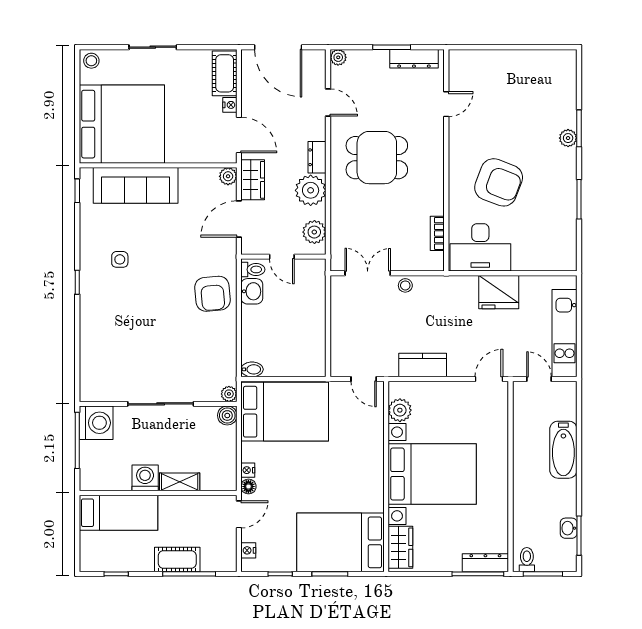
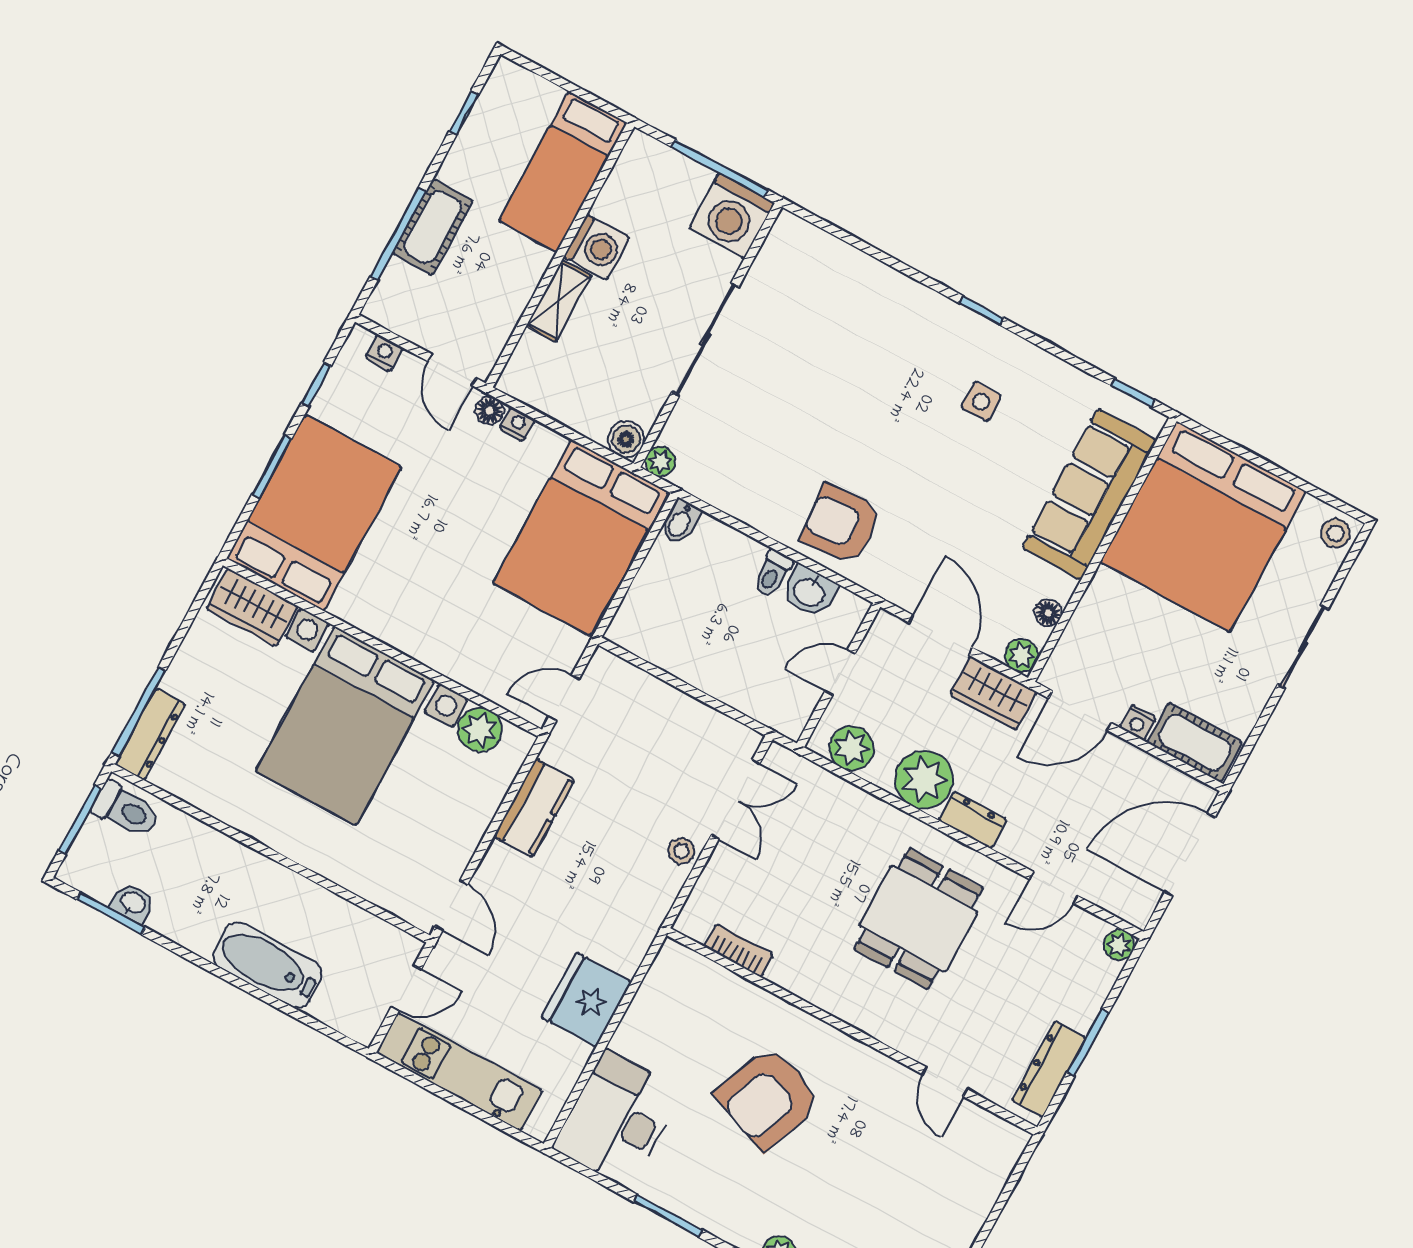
floor lamp: (201, 175) -> (1048, 613), added
desk: (480, 247) -> (617, 1119), moved
toilet: (253, 269) -> (772, 574), moved
toilet: (527, 560) -> (126, 810), width x1.37, depth x1.39

